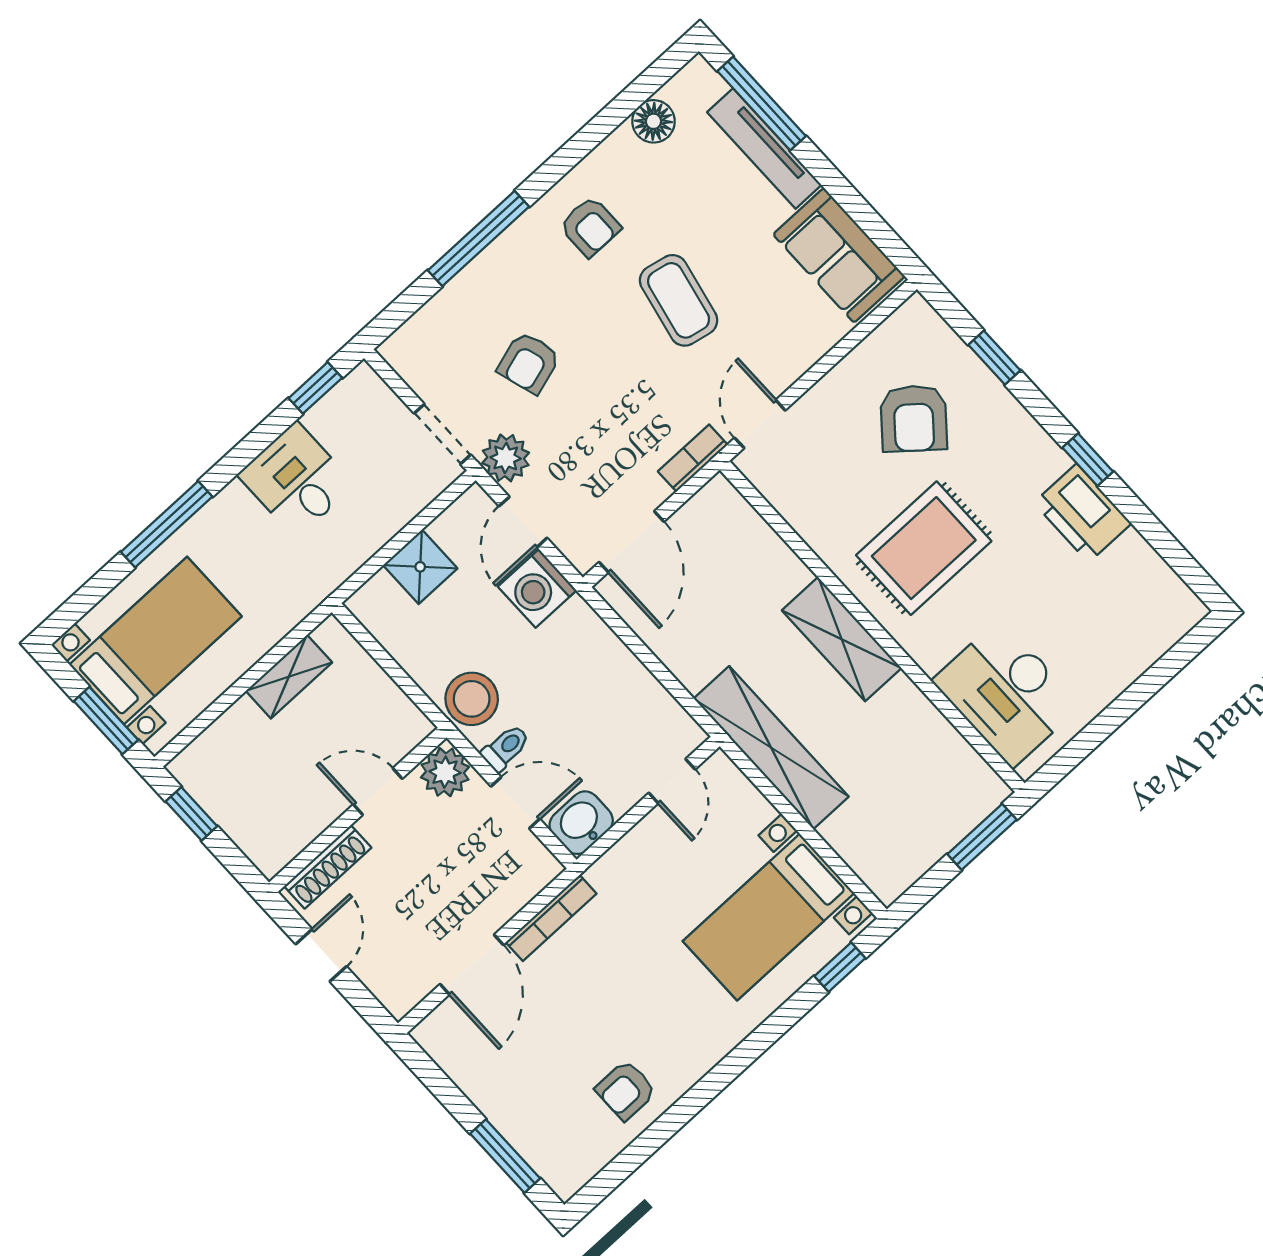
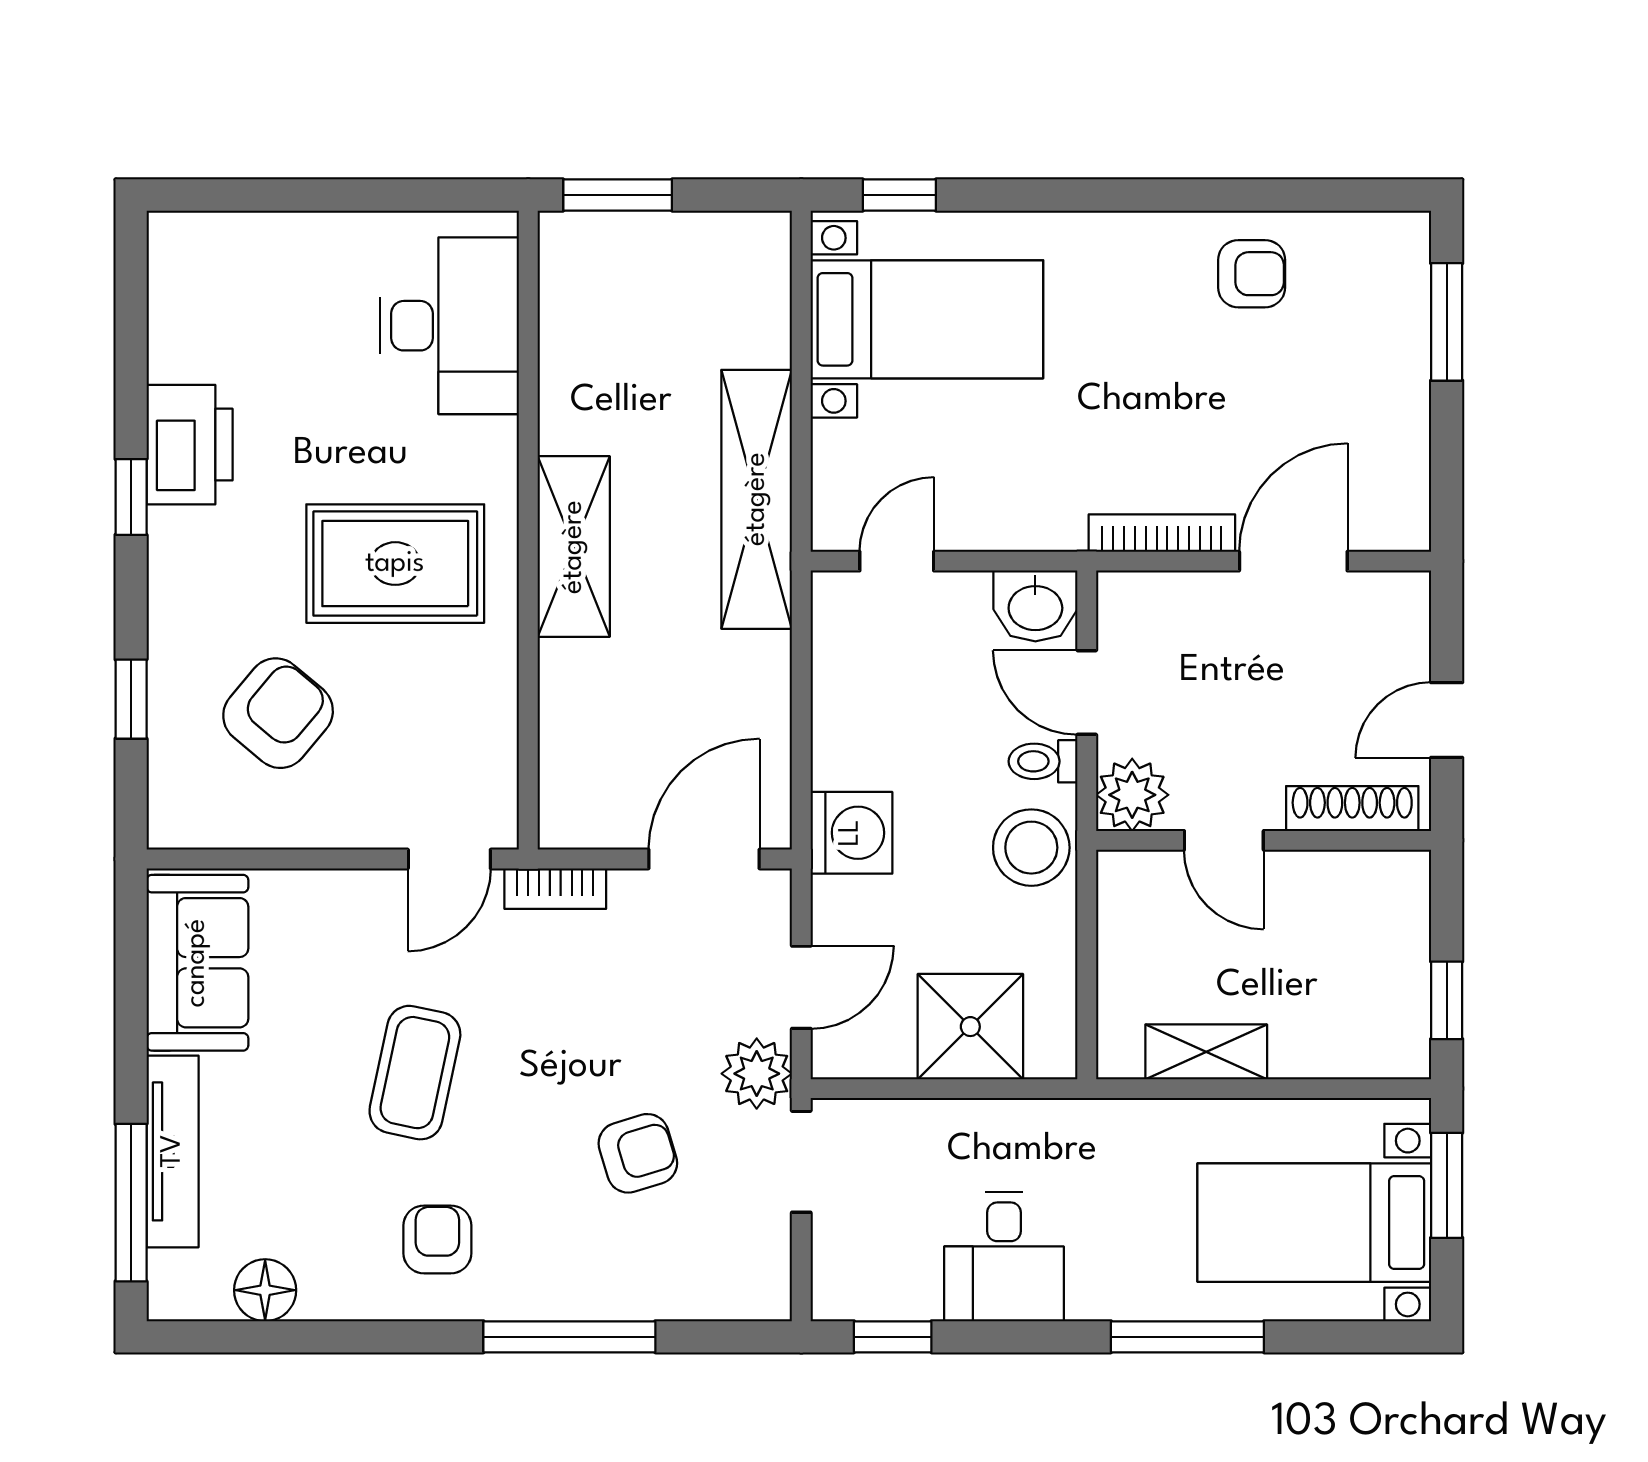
shower: (420, 567) -> (970, 1027), width x1.36, depth x1.36
washing machine: (537, 588) -> (851, 833), moved

